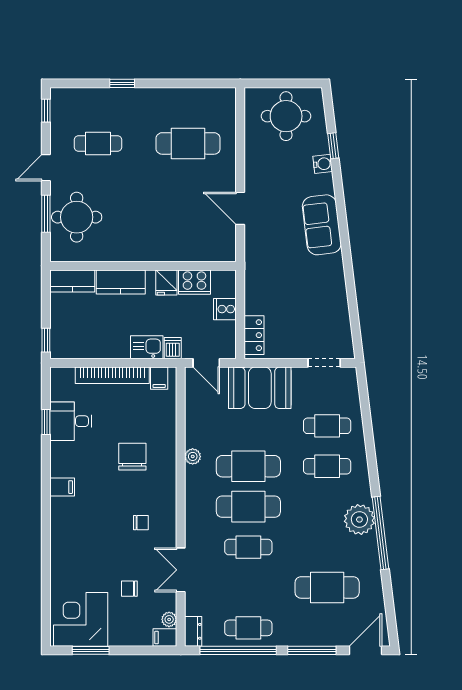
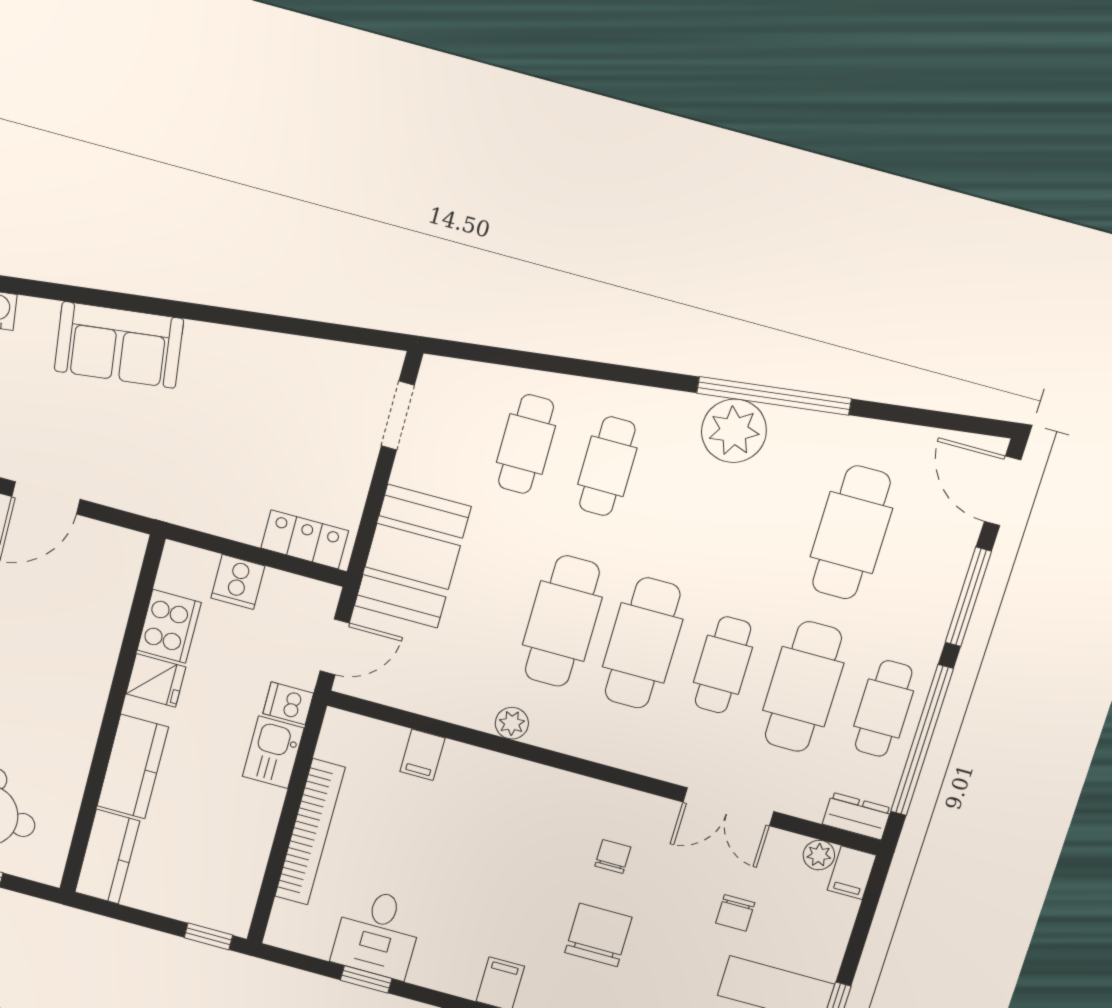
filing cabinet: (159, 378) -> (422, 755), moved, turned 90
chair: (132, 457) -> (598, 935), moved, turned 90
cafe table: (248, 587) -> (803, 687), added

